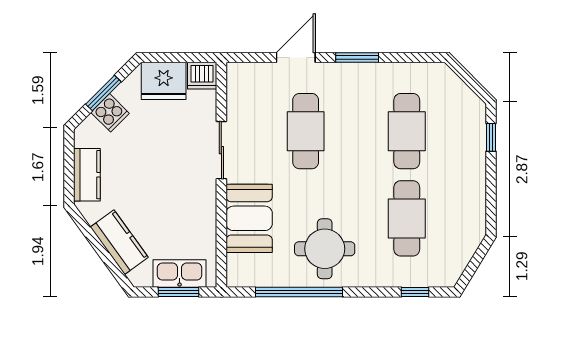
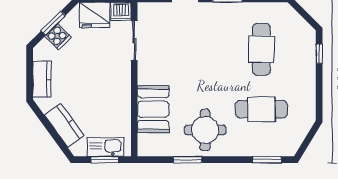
cafe table: (306, 131) -> (192, 49), removed
sliding door: (221, 150) -> (134, 41), moved
cafe table: (407, 218) -> (261, 109), turned 90
window: (299, 292) -> (187, 160), width x0.47
window: (415, 292) -> (267, 160), width x1.50

